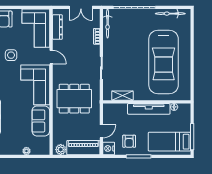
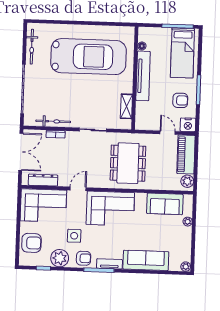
double door: (81, 7) -> (21, 152), width x1.37
bicycle: (108, 23) -> (53, 121), moved
sofa: (41, 121) -> (165, 204), moved

